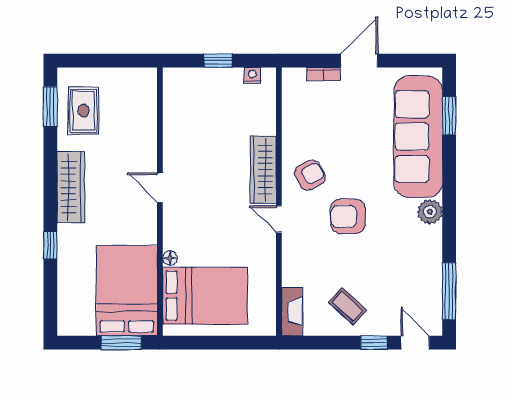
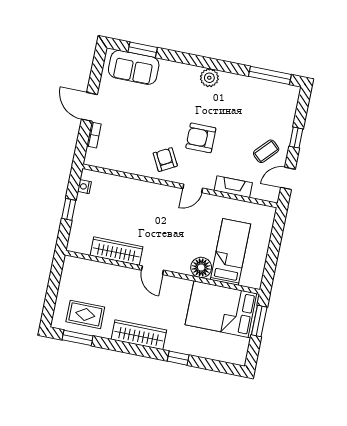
sofa: (418, 137) -> (134, 67), width x0.54, depth x0.79
wardrobe: (263, 170) -> (117, 251), moved, turned 180
door: (160, 188) -> (152, 270), hinge flipped
armchair: (348, 216) -> (201, 138), turned 90
floor lamp: (170, 258) -> (201, 267), width x1.89, depth x1.89
bed: (205, 296) -> (231, 252), width x0.67
fireplace: (292, 312) -> (233, 187), moved
door: (415, 343) -> (288, 178), moved

